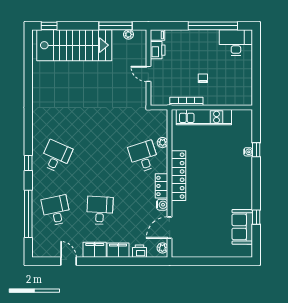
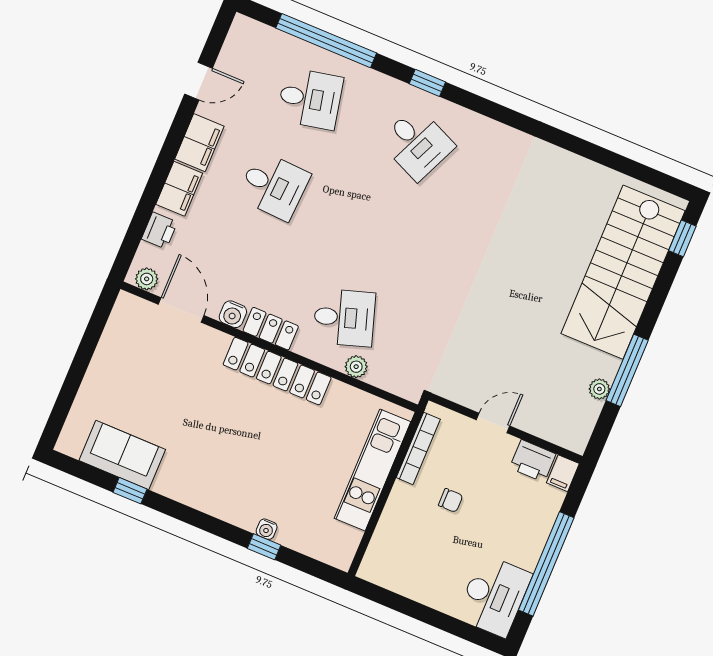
filing cabinet: (157, 35) -> (563, 473), moved
printer: (158, 50) -> (533, 461), moved
wall: (148, 68) -> (506, 428), moved
door: (148, 74) -> (493, 423), moved

